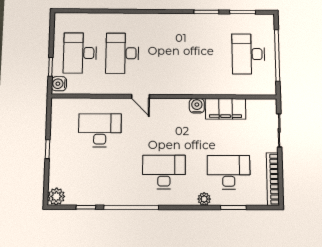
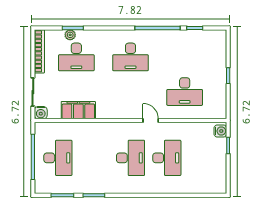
desk: (80, 53) -> (130, 158), moved
water cooler: (197, 106) -> (41, 113), moved
plant: (56, 196) -> (219, 37), removed
plant: (204, 199) -> (70, 35), moved

